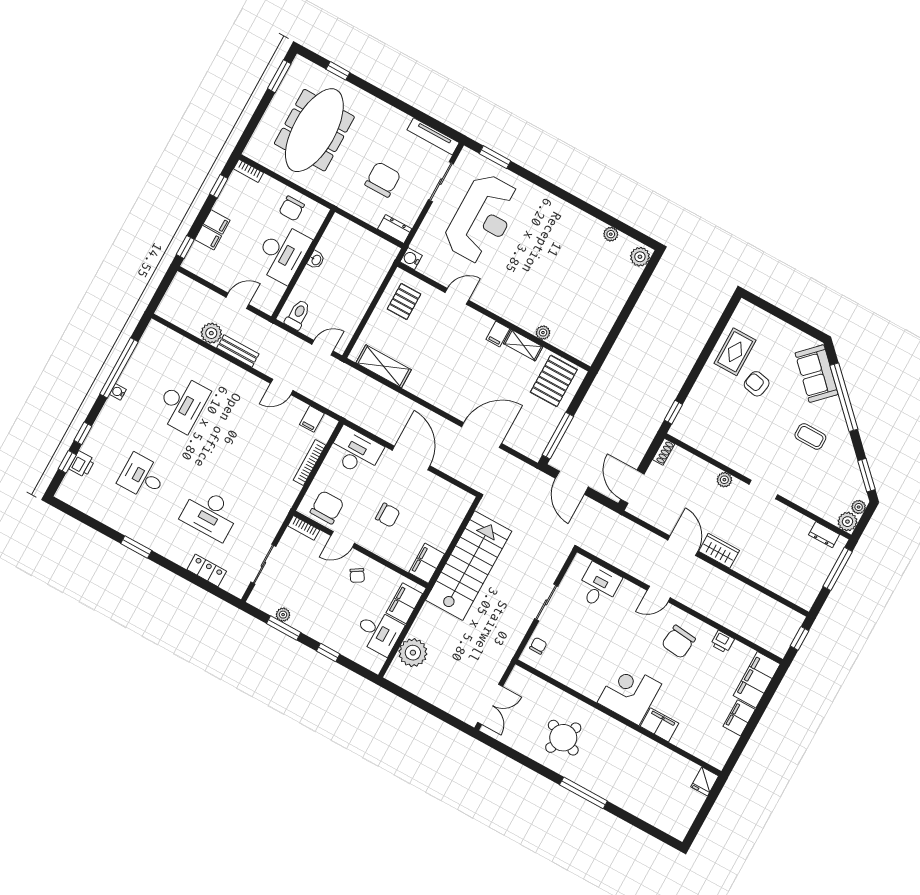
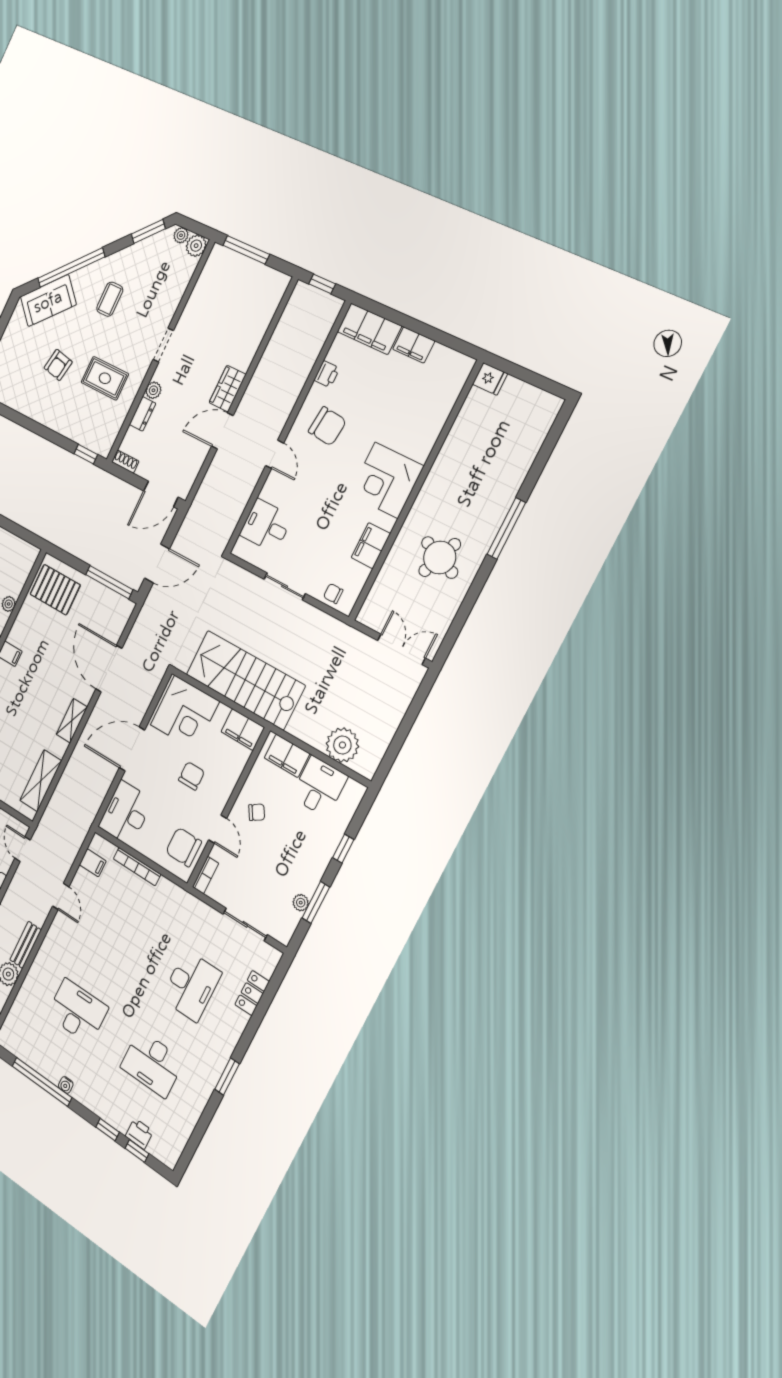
shelving: (523, 345) -> (72, 721), moved
rug: (735, 352) -> (105, 378), moved
desk: (142, 477) -> (152, 1064), width x1.37
corner desk: (441, 509) -> (185, 713), added
dresser: (824, 535) -> (143, 414), moved
filing cabinet: (659, 725) -> (371, 546), moved

